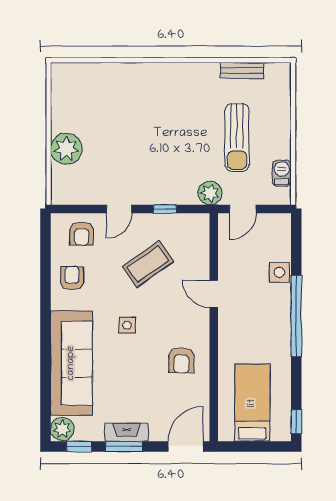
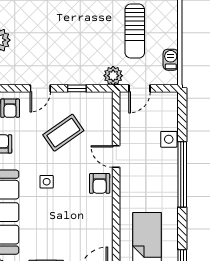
armchair: (181, 360) -> (100, 183), moved

